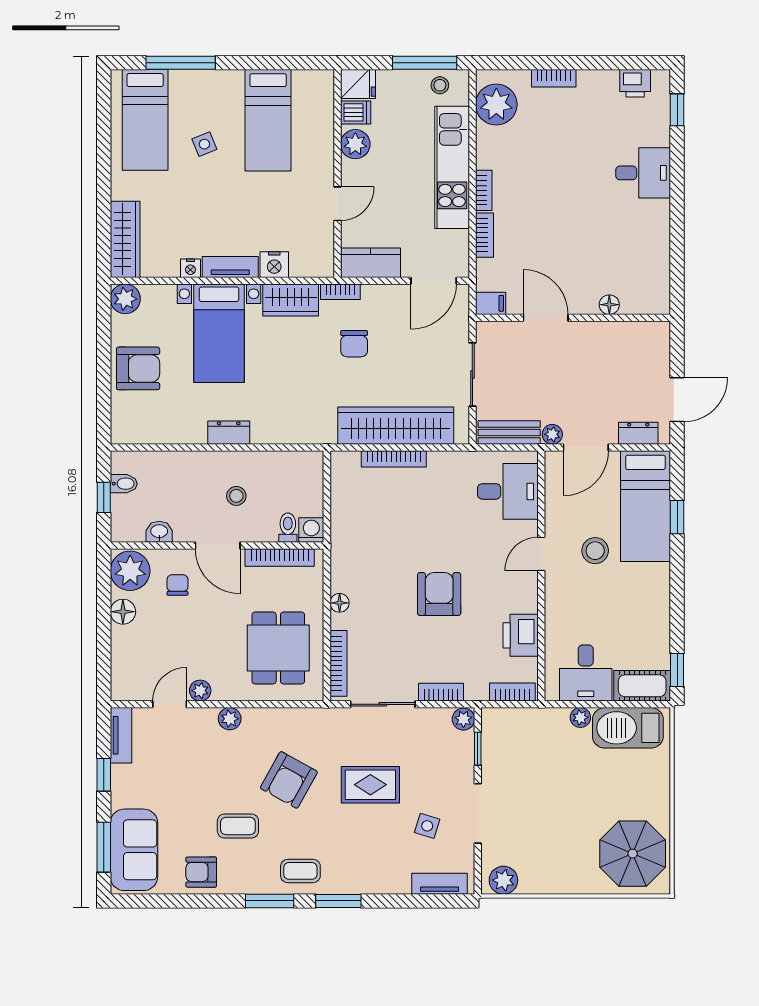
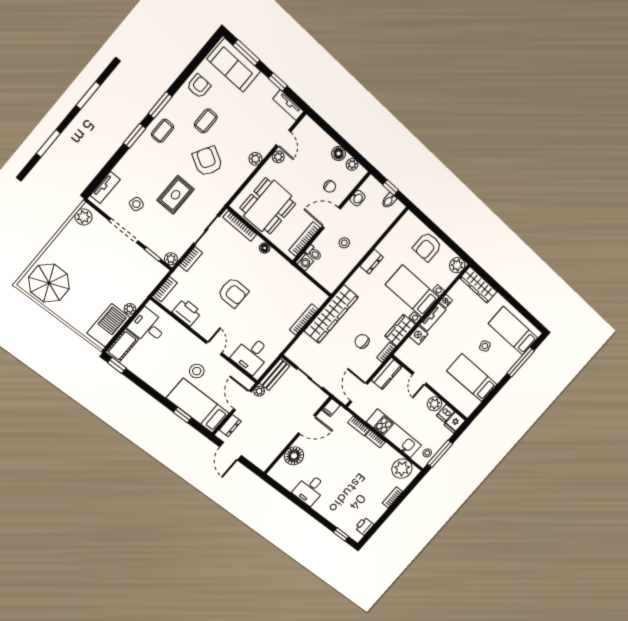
desk: (643, 173) -> (310, 490), moved
floor lamp: (609, 305) -> (294, 456), width x1.89, depth x1.89
wardrobe: (396, 426) -> (331, 314), moved
plant: (130, 571) -> (352, 164), width x0.53, depth x0.53
dining table: (278, 648) -> (268, 206), width x1.38

